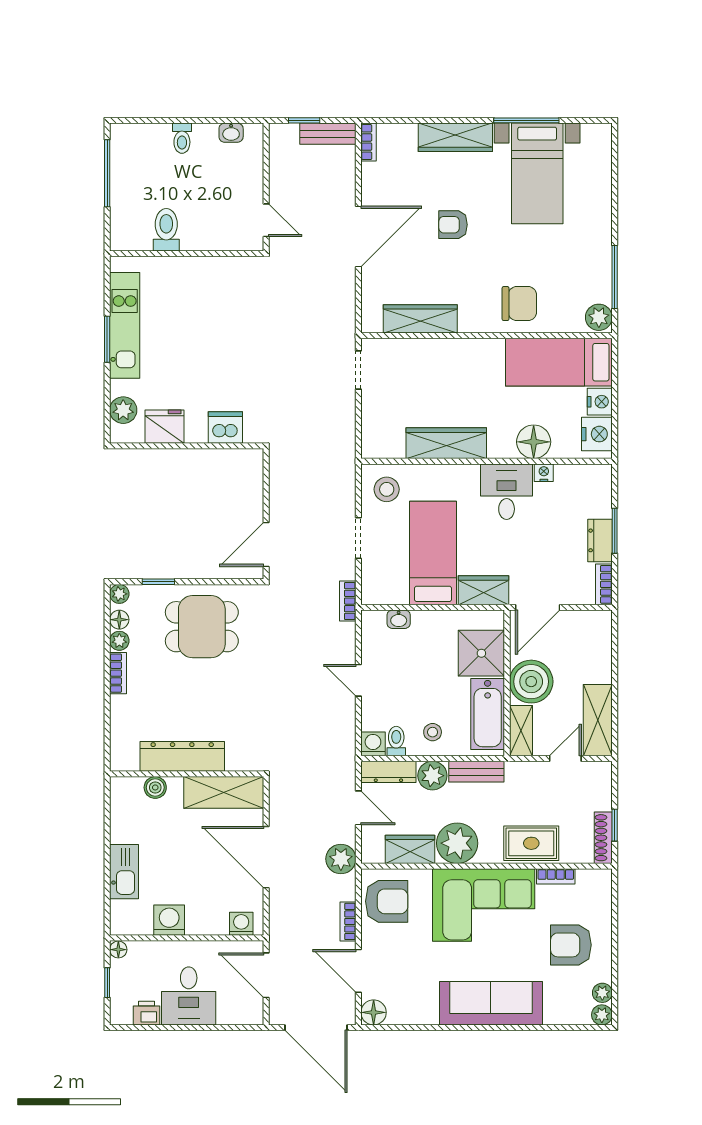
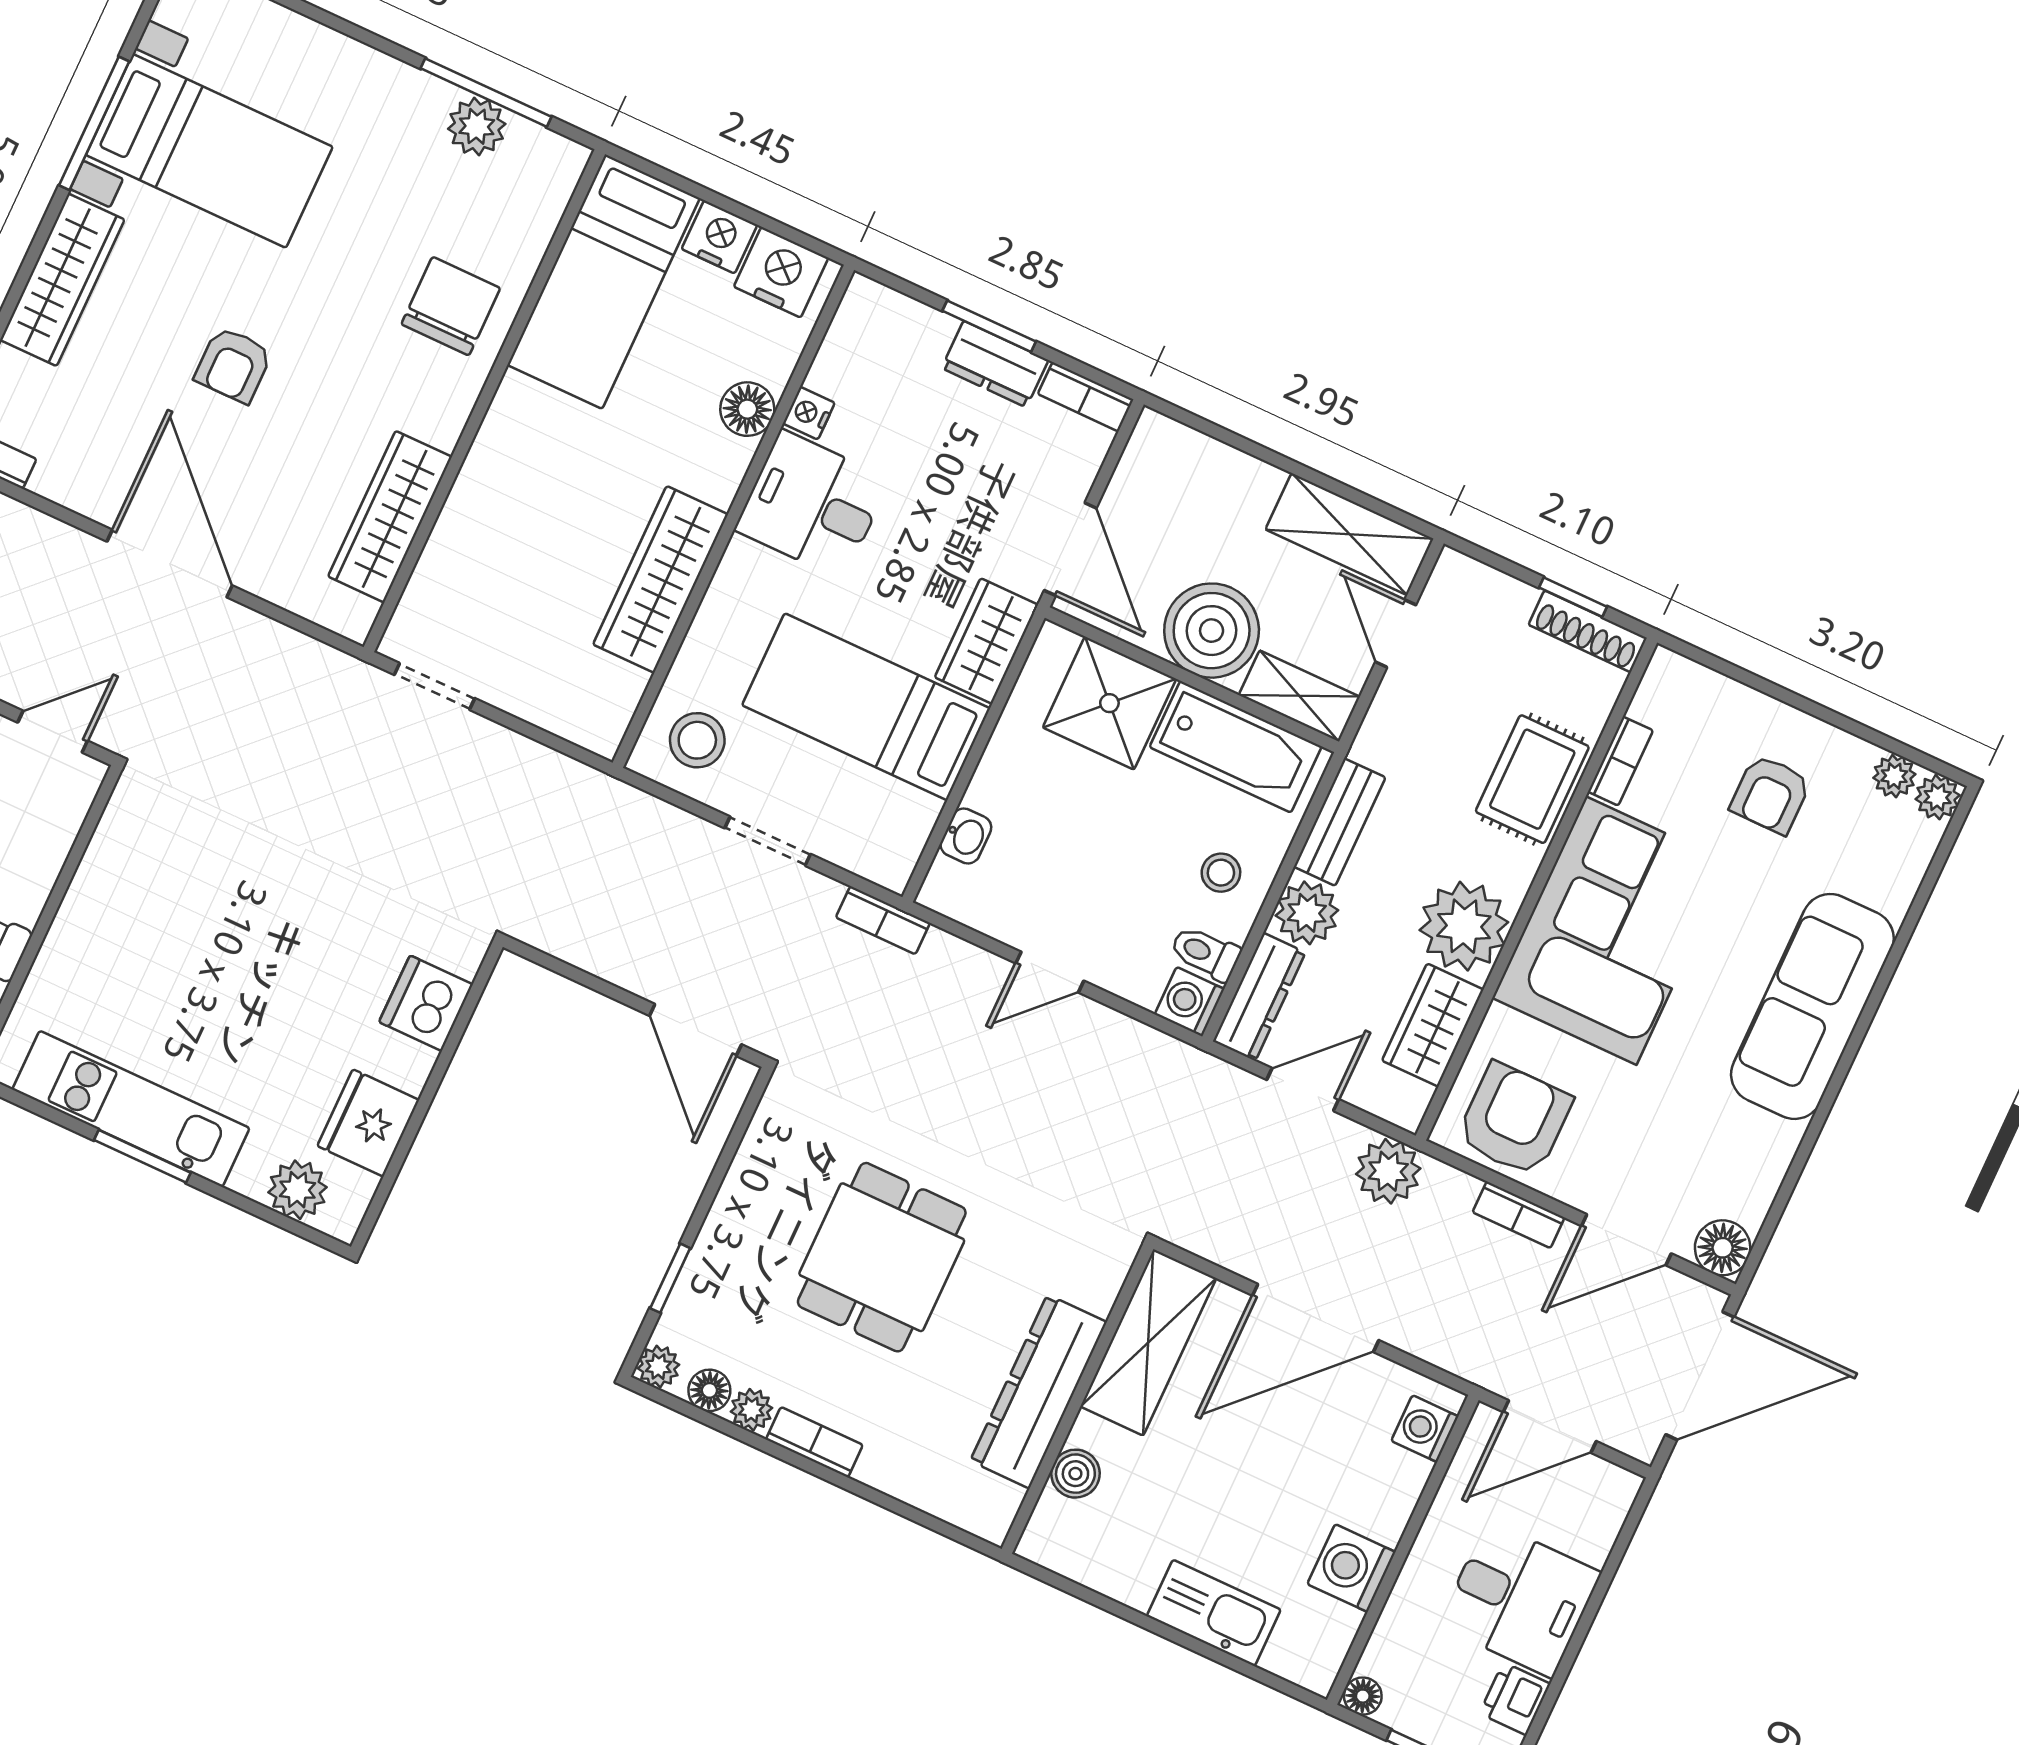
plant: (599, 317) -> (477, 126), moved
floor lamp: (534, 442) -> (747, 409), width x0.73, depth x0.73
dining table: (202, 627) -> (882, 1257), moved
armchair: (571, 945) -> (1770, 794), width x0.72, depth x0.72

